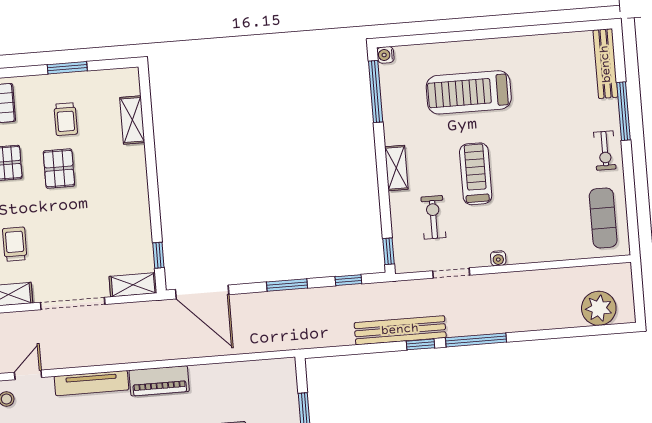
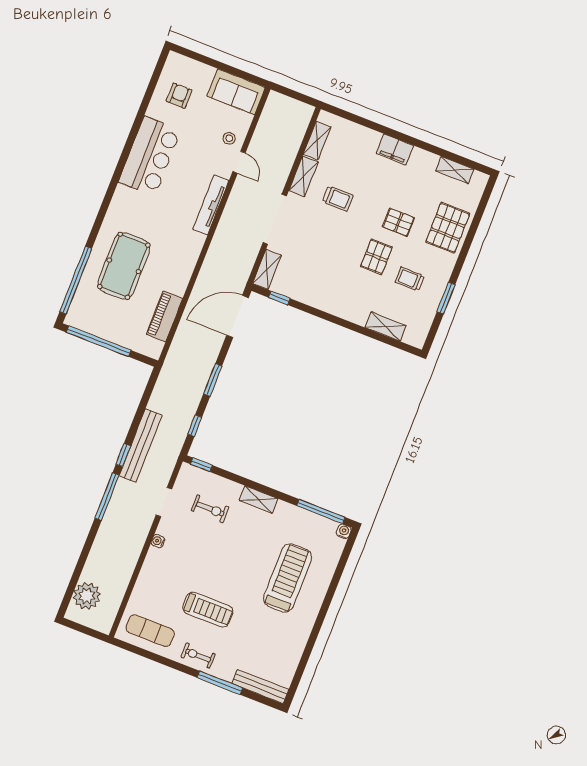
pallet: (59, 169) -> (376, 257), turned 90
treadmill: (476, 174) -> (208, 610), moved
piano: (159, 381) -> (164, 316), moved

